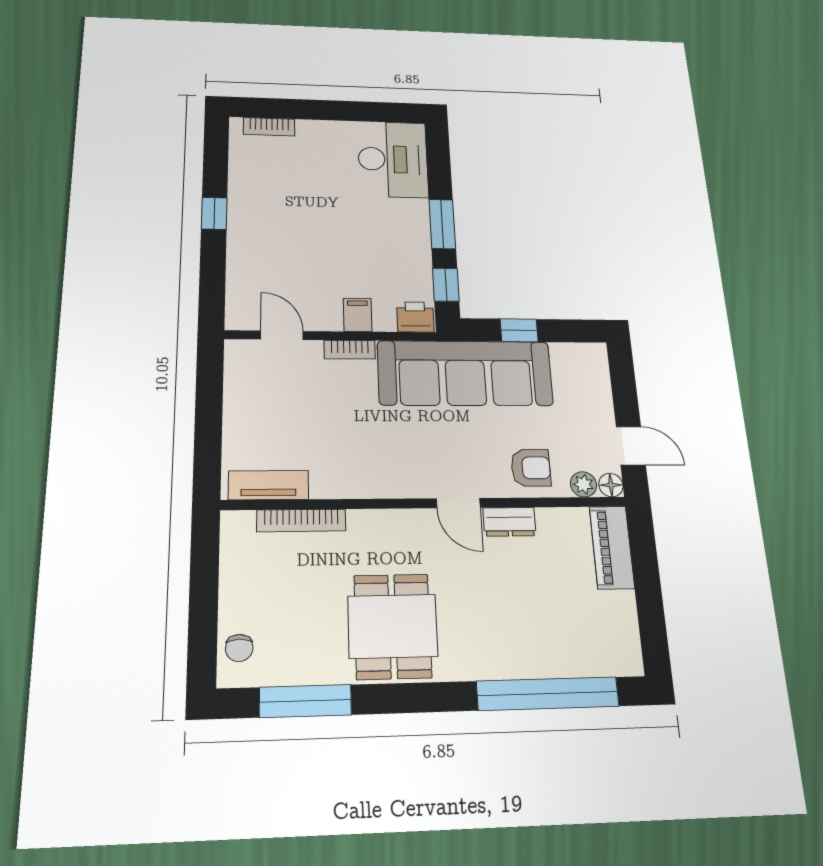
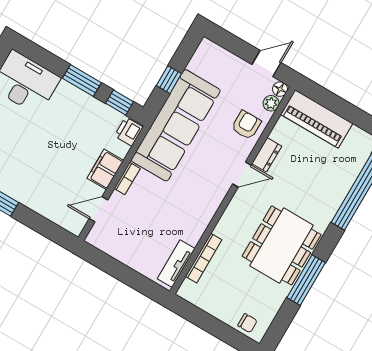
filing cabinet: (358, 315) -> (105, 169), width x2.00
piano: (612, 547) -> (317, 119), width x1.37, depth x1.33
dining table: (393, 626) -> (282, 245), width x1.37
window: (305, 701) -> (306, 280), moved

